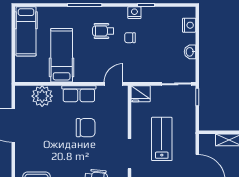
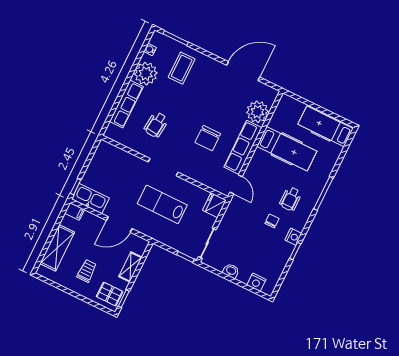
wheelchair: (103, 31) -> (291, 199), turned 180
row of seats: (79, 94) -> (243, 147), width x1.48
lab bench: (162, 139) -> (162, 204), turned 180

